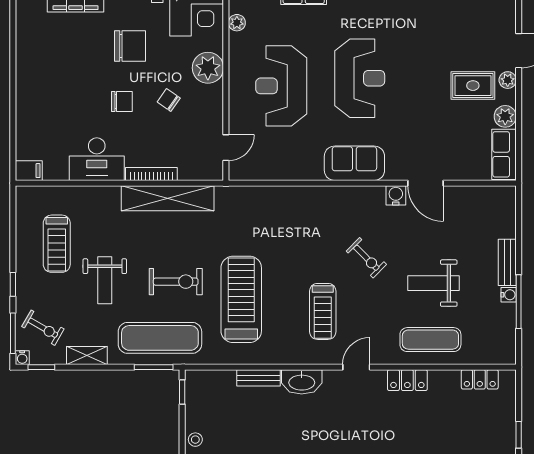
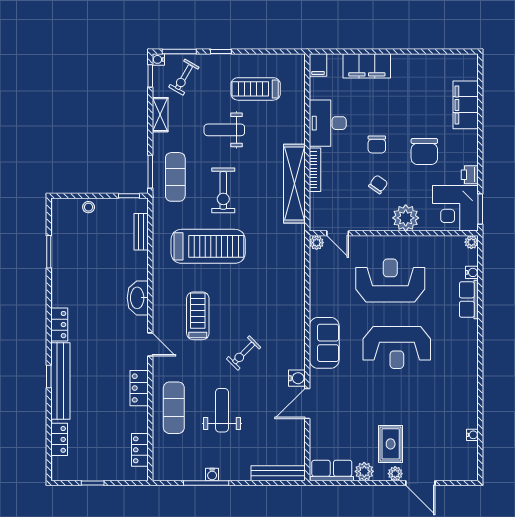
plant: (237, 23) -> (317, 243), moved
filing cabinet: (30, 113) -> (367, 66), added
bench: (507, 262) -> (278, 473), moved, width x1.36
treadmill: (323, 311) -> (198, 316), turned 90
exercise mat: (160, 338) -> (175, 177), width x0.73, depth x0.69
bench: (259, 378) -> (141, 232), moved

